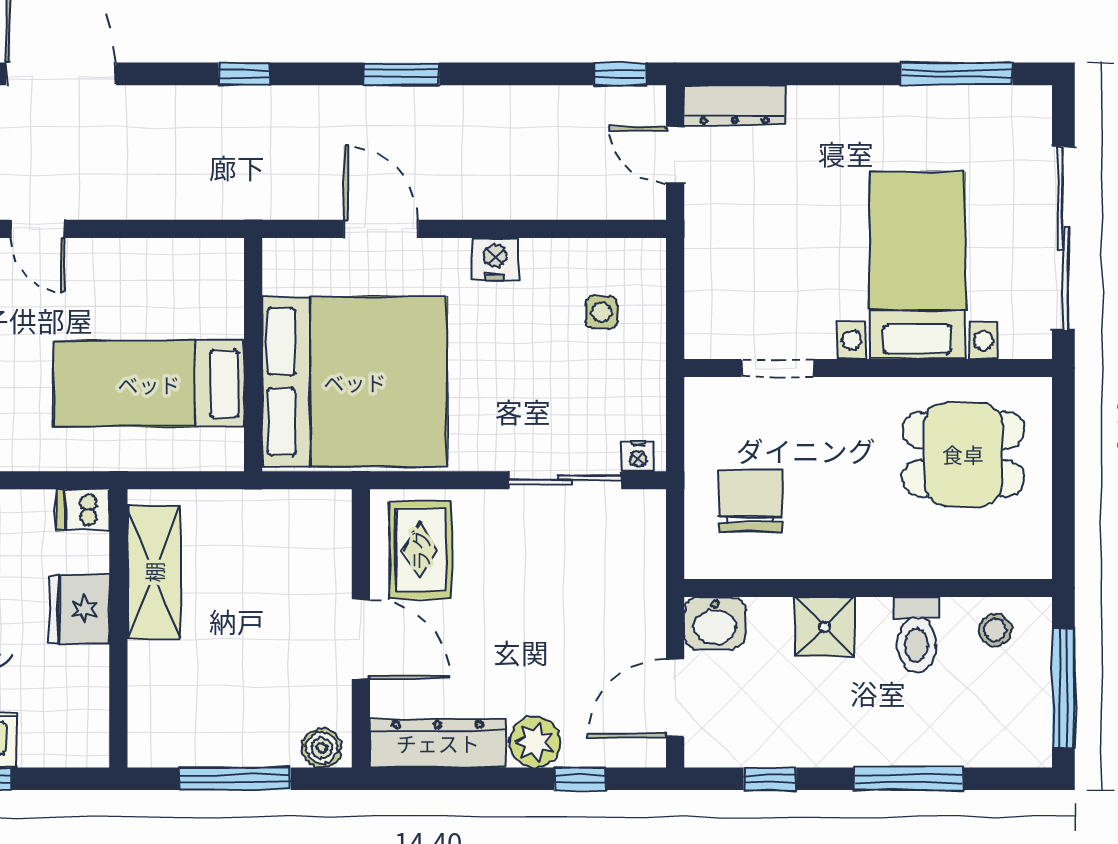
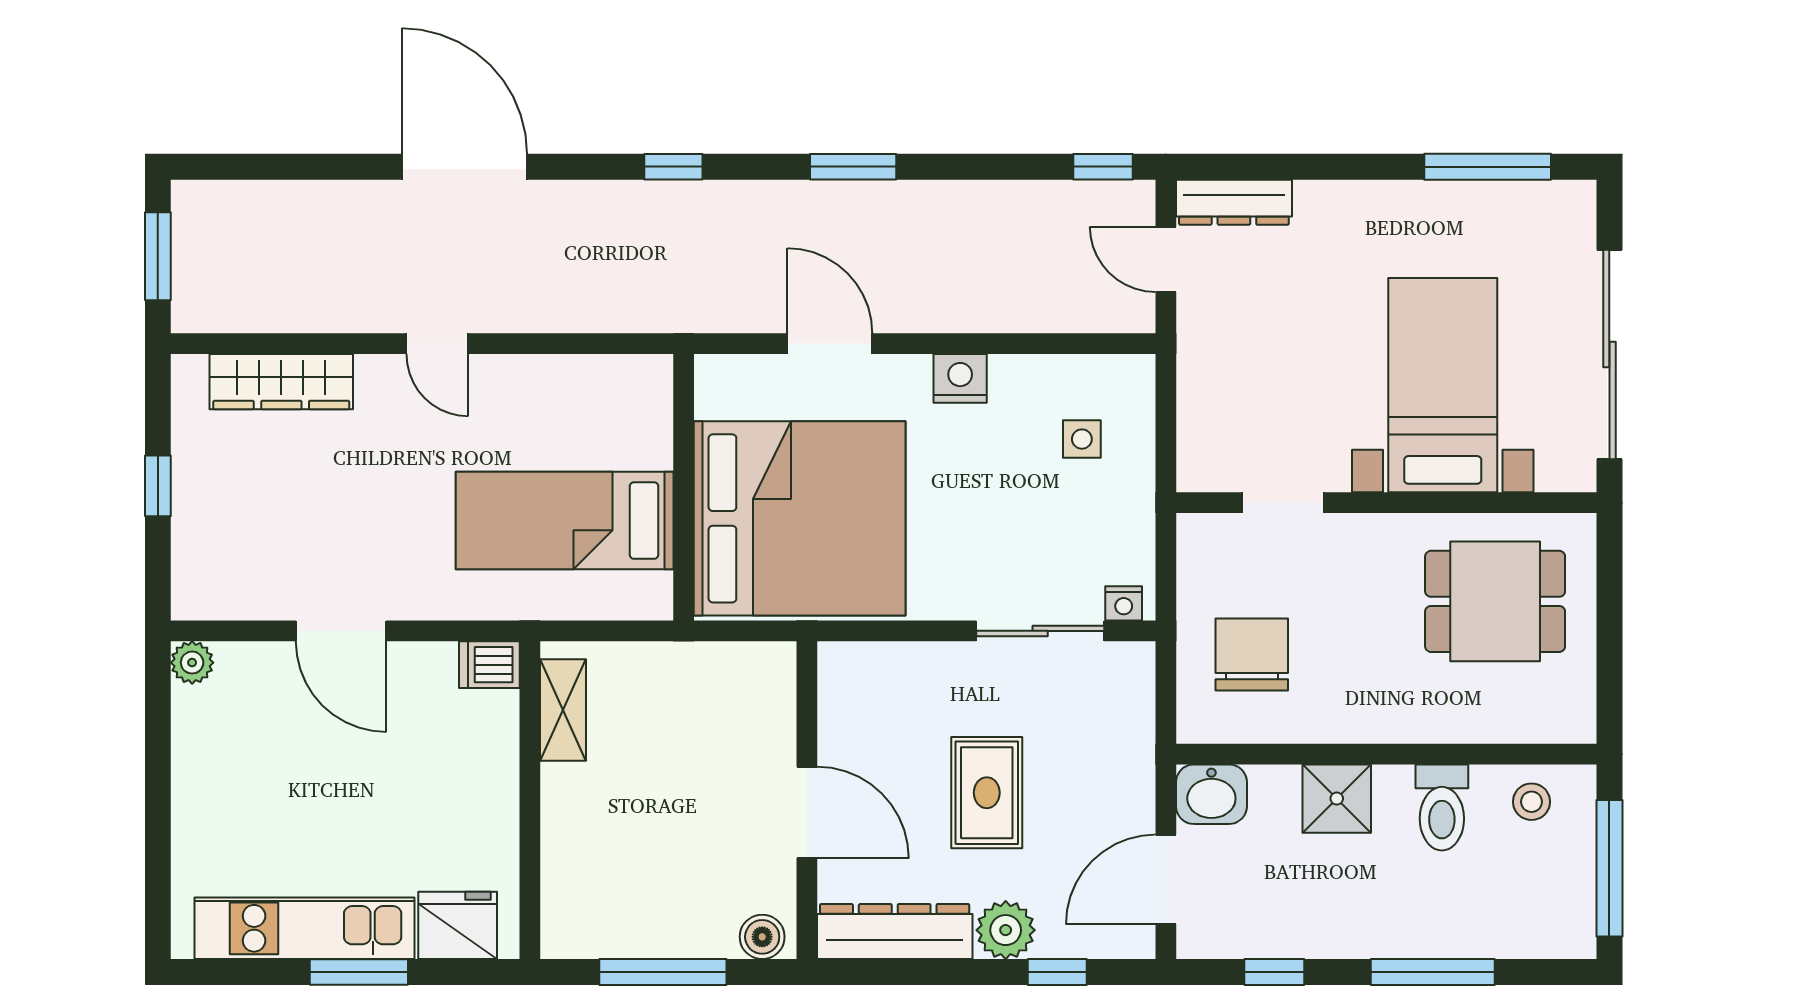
rug: (420, 550) -> (987, 793), moved
shelving: (154, 572) -> (563, 710), width x0.67, depth x0.75
fridge: (80, 609) -> (458, 925), moved, turned 90

